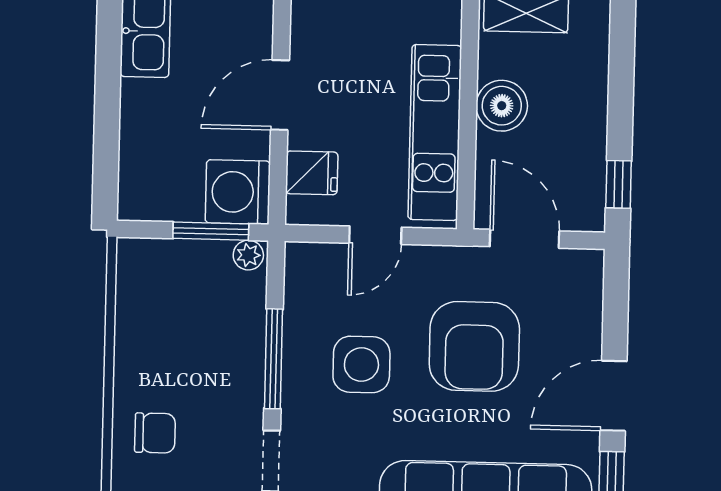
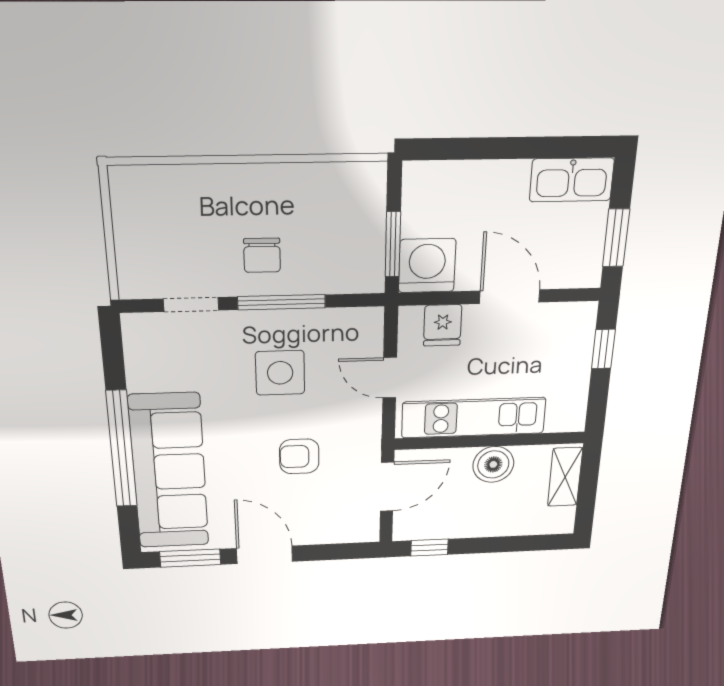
plant: (248, 255) -> (372, 277), removed
armchair: (474, 346) -> (299, 456), width x0.53, depth x0.53
chair: (155, 433) -> (262, 255), moved

